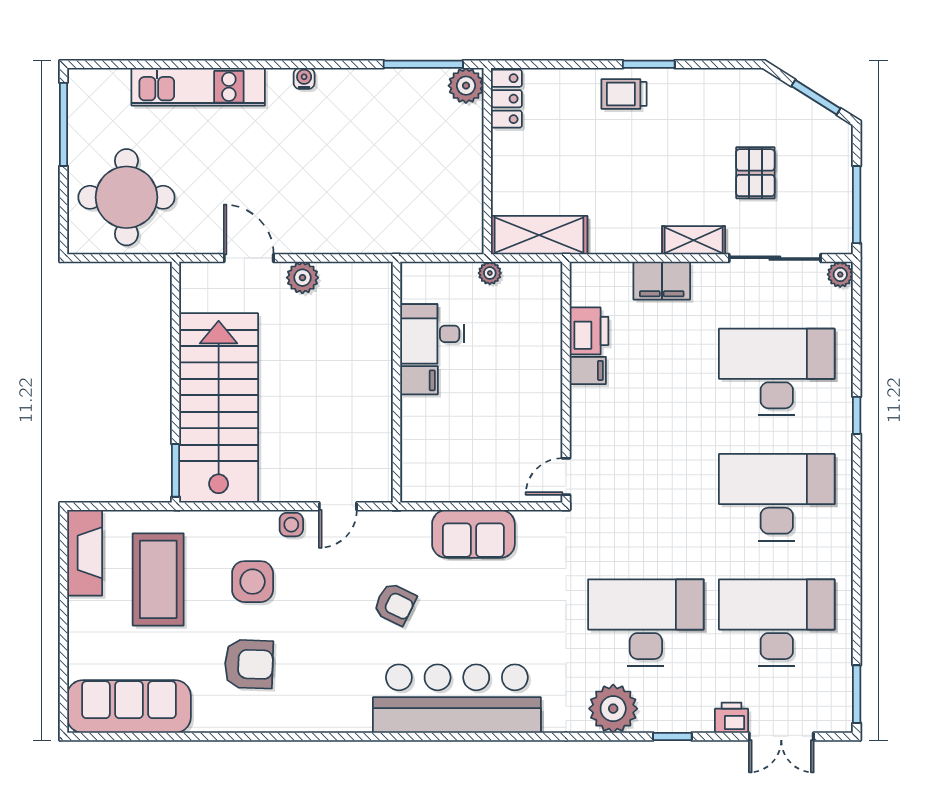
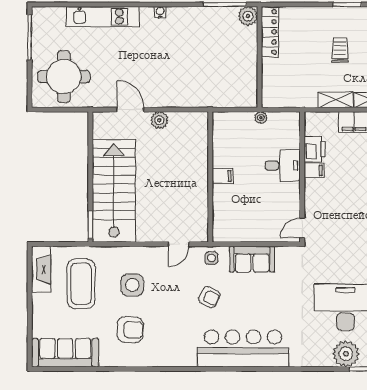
trolley: (624, 94) -> (340, 50), moved, turned 90
locker: (506, 99) -> (270, 32), width x1.53
shelving: (539, 235) -> (336, 100), moved, width x0.67, depth x0.75
desk: (432, 334) -> (283, 166), moved, turned 180
side table: (291, 525) -> (211, 258), moved
plant: (613, 709) -> (346, 354), moved

